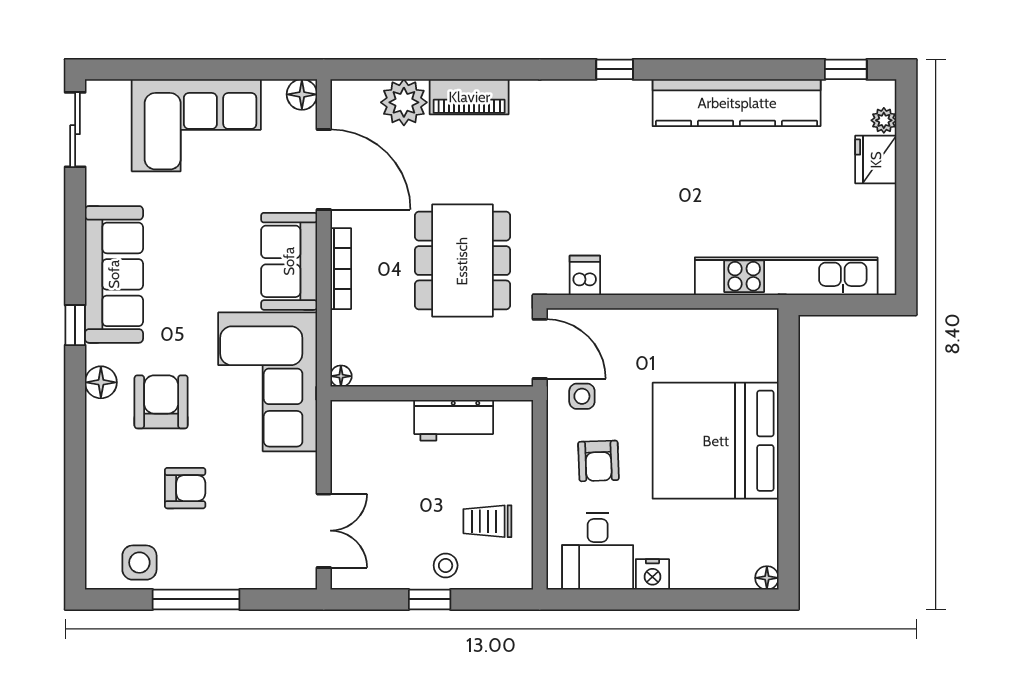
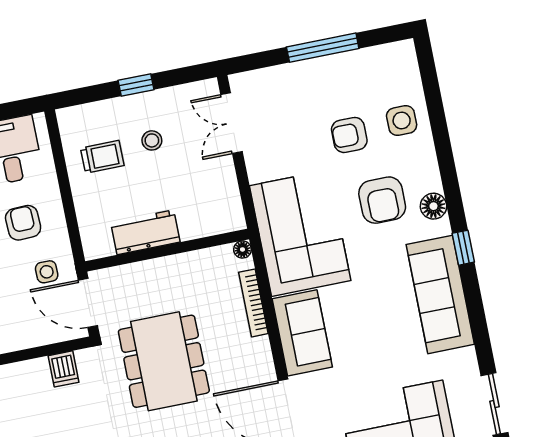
bookcase: (341, 269) -> (253, 303), moved
side table: (139, 563) -> (402, 121), moved
stool: (446, 565) -> (152, 140), moved

